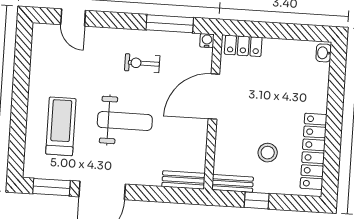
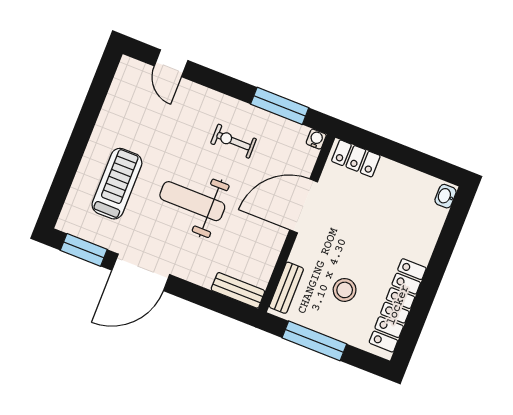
weight bench: (125, 121) -> (192, 201), turned 180
bench: (233, 183) -> (286, 288), moved, turned 90
window: (257, 200) -> (314, 341), width x2.17

